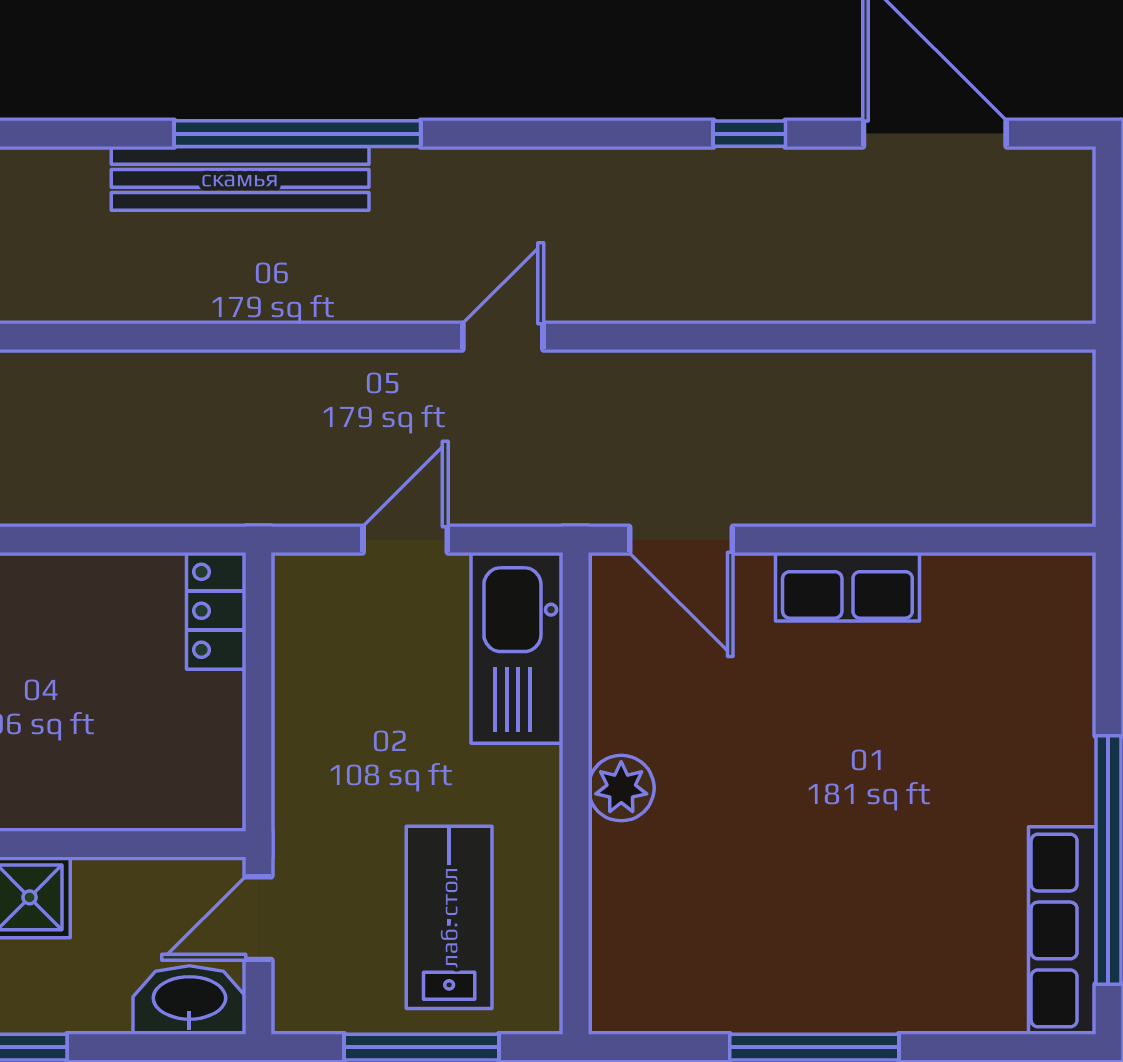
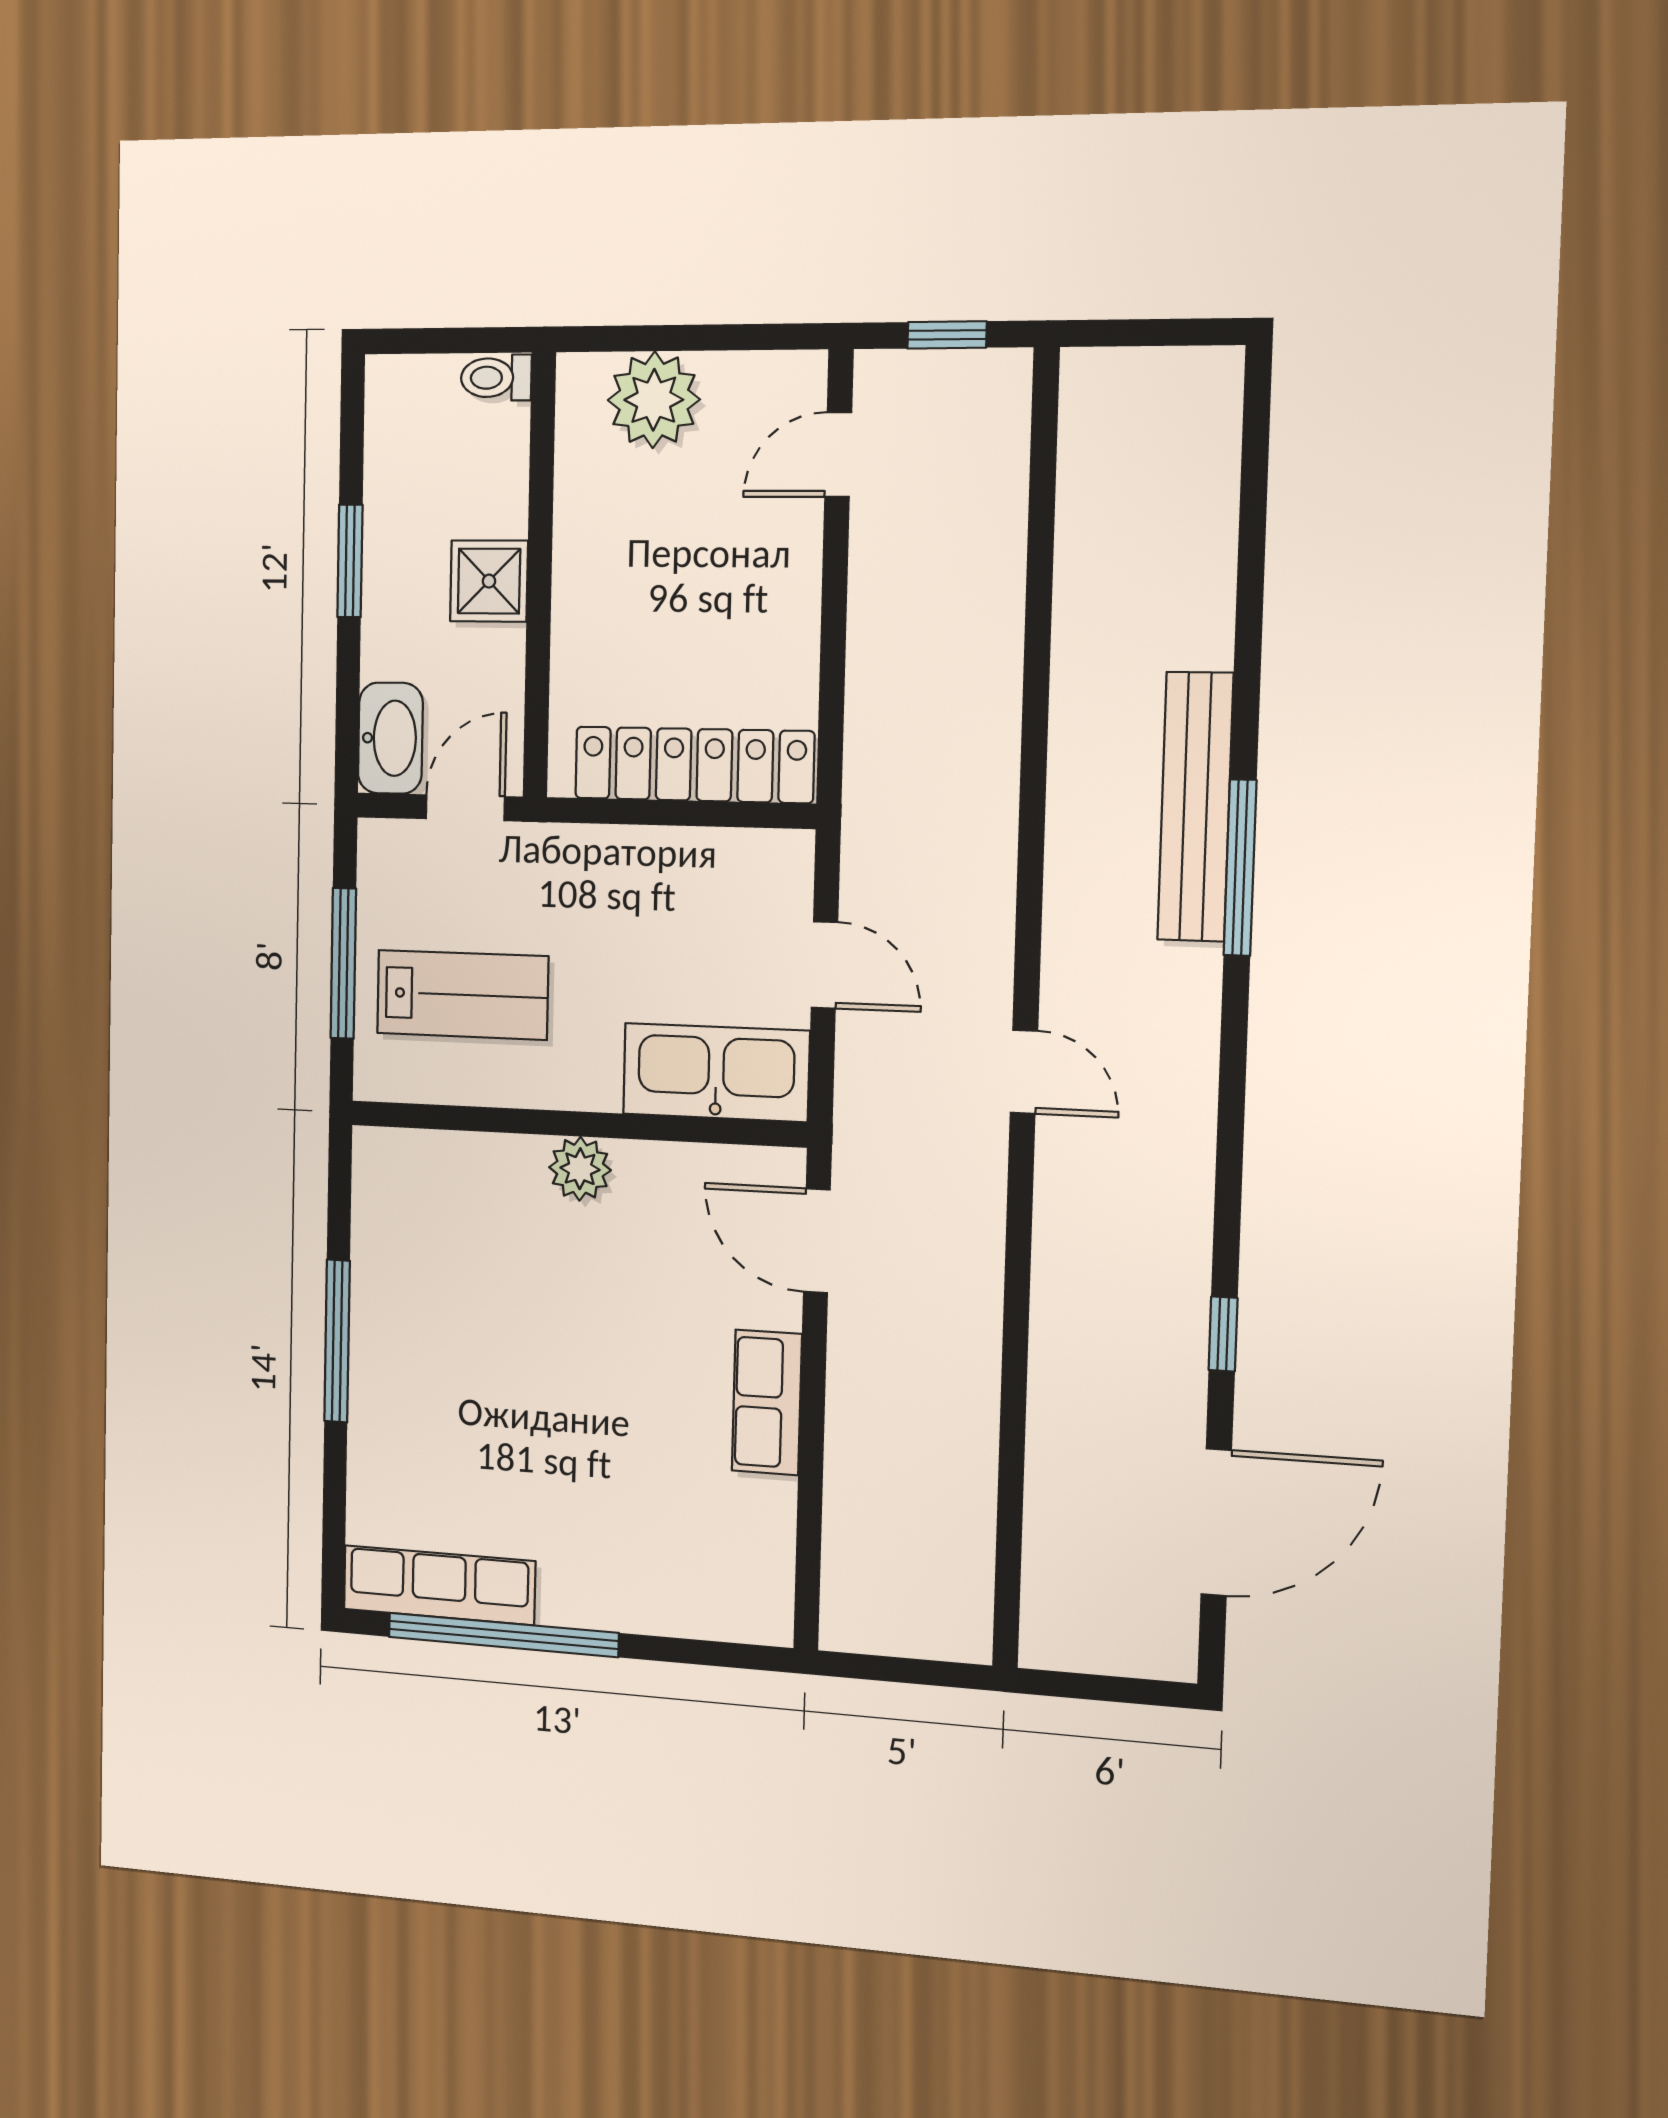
window: (297, 134) -> (1240, 868), width x0.68
door: (681, 540) -> (817, 1241), hinge flipped
locker: (216, 611) -> (694, 765), width x2.16, depth x1.21
door: (258, 918) -> (465, 808), hinge flipped

